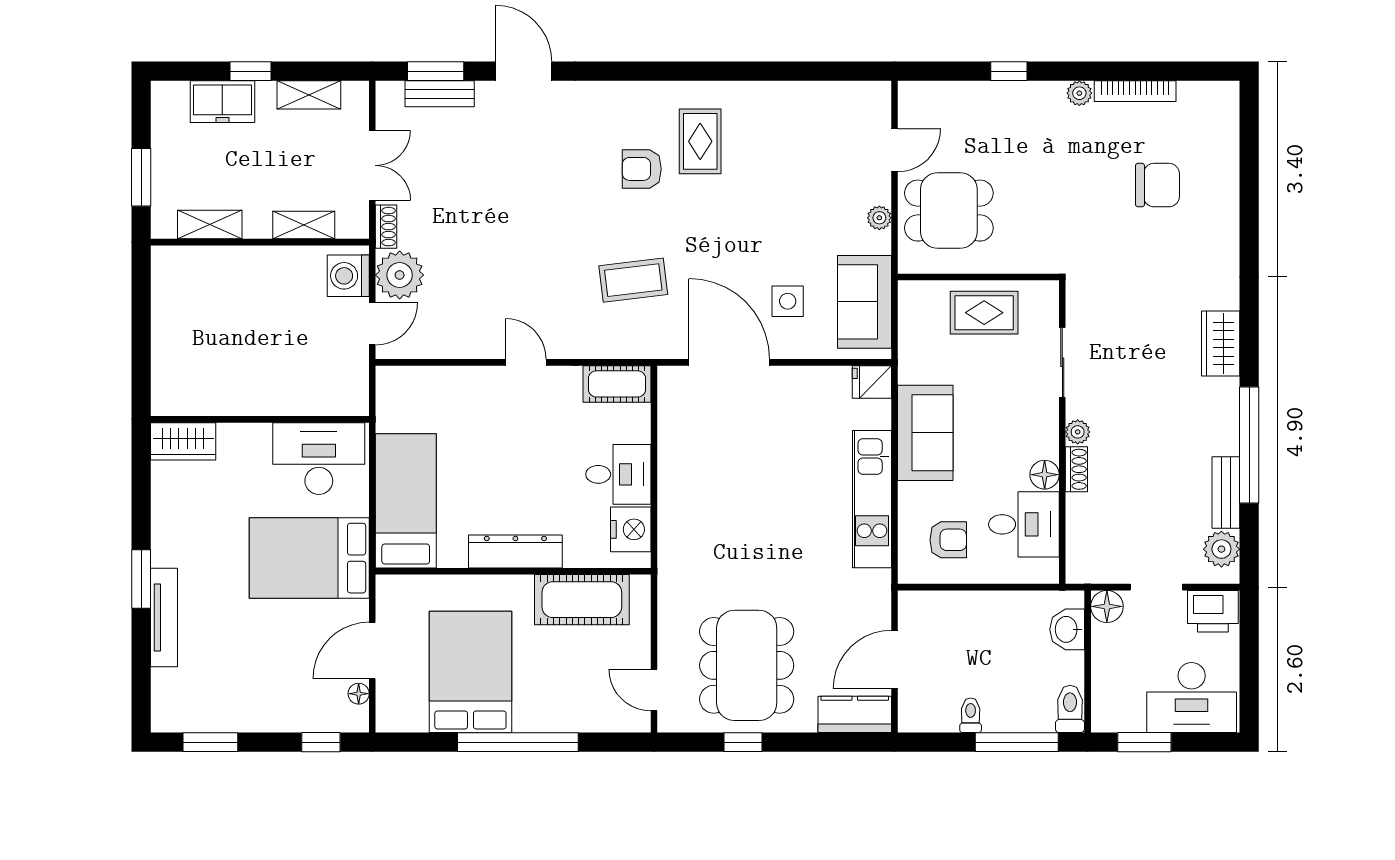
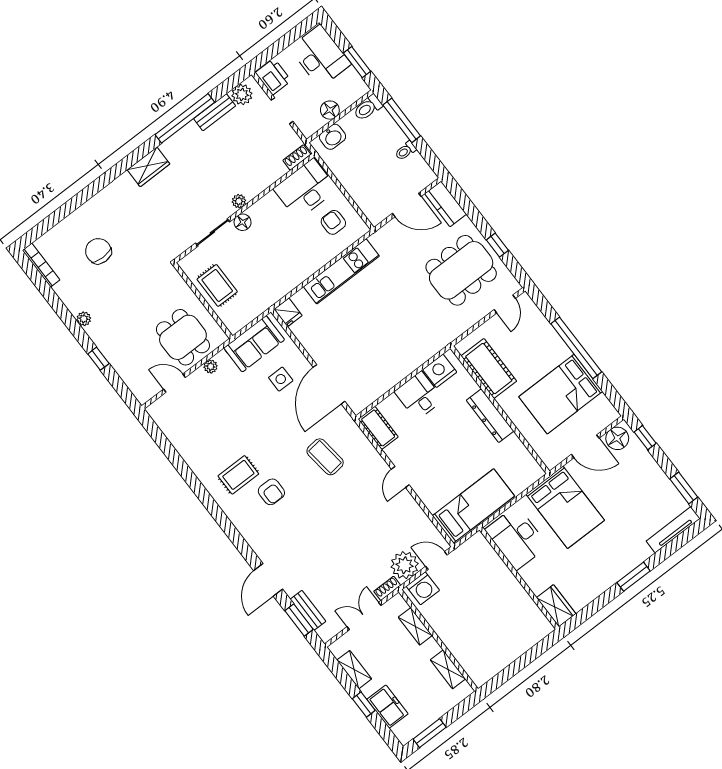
bookcase: (1135, 91) -> (41, 265), moved
window: (141, 177) -> (430, 733), moved
sofa: (925, 433) -> (293, 270), removed
shoe rack: (1076, 469) -> (297, 157), moved
floor lamp: (1045, 475) -> (243, 222), moved
bed: (406, 501) -> (473, 506), moved, turned 180
desk: (1024, 524) -> (305, 189), width x1.37
floor lamp: (1107, 606) -> (330, 110), moved
tv unit: (164, 618) -> (673, 530), moved
floor lamp: (359, 694) -> (617, 438), width x1.89, depth x1.89

